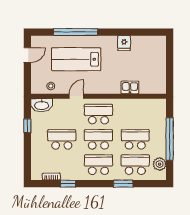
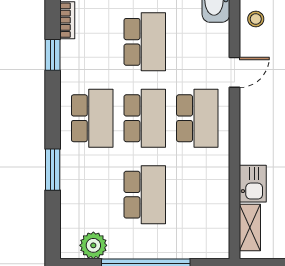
shelving: (151, 89) -> (250, 228), added
door: (76, 96) -> (235, 72), hinge flipped
school desk: (135, 165) -> (92, 195), removed

